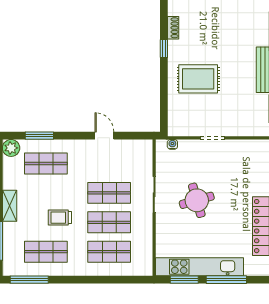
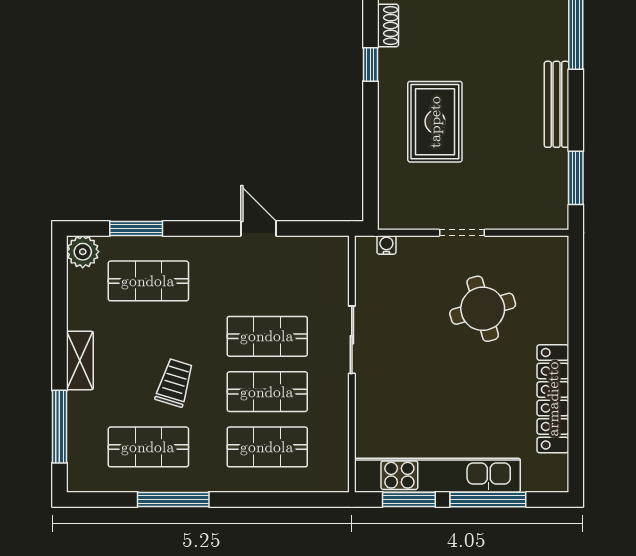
rug: (198, 79) -> (435, 122), turned 90
round table: (197, 200) -> (483, 309), moved
trolley: (60, 218) -> (175, 383), turned 107
window: (29, 280) -> (173, 499), moved

